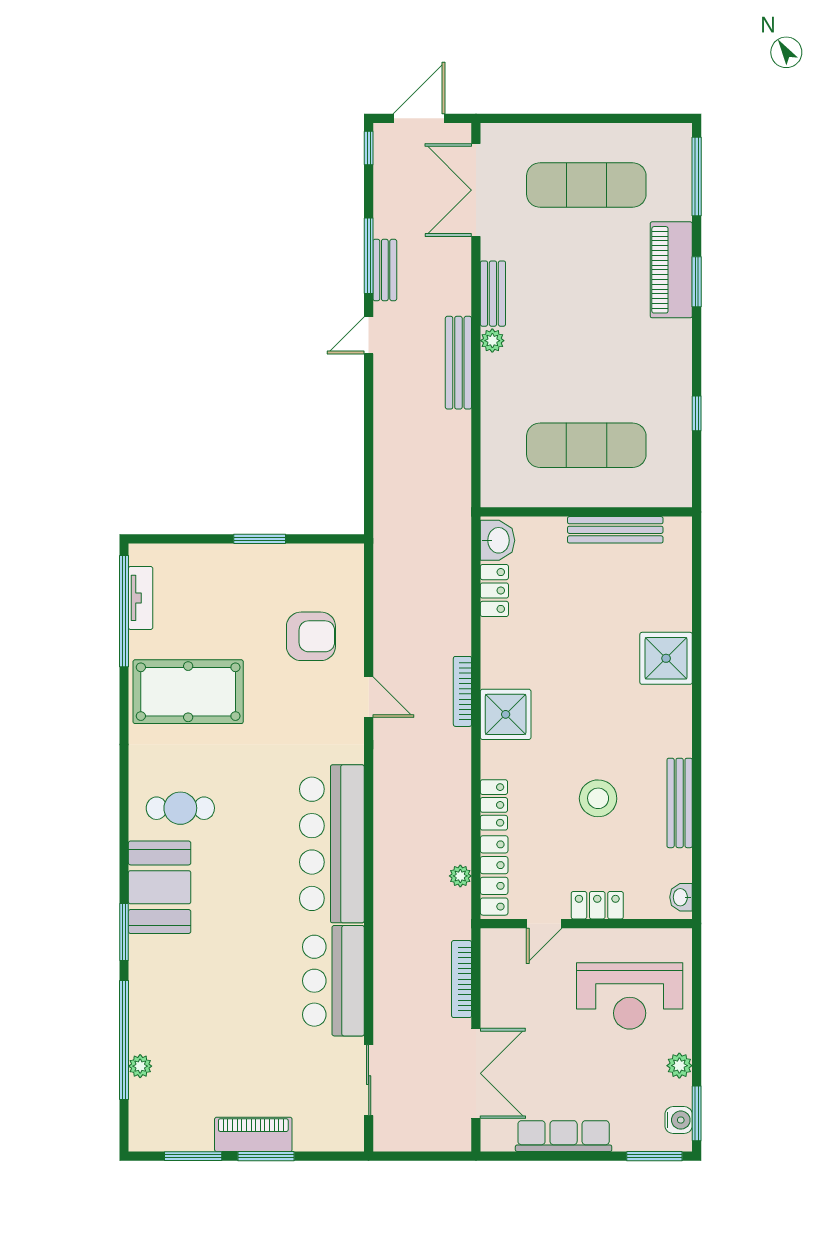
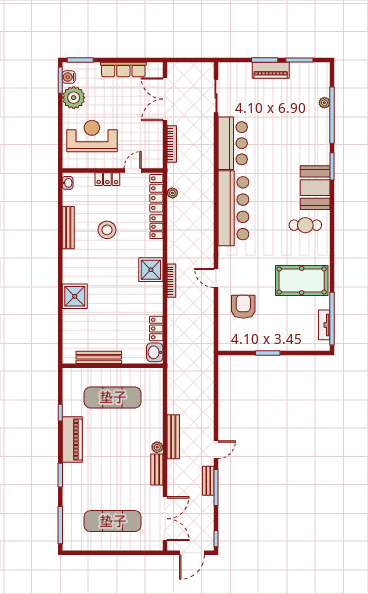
piano: (671, 270) -> (72, 439), moved
armchair: (311, 636) -> (243, 307), turned 90
plant: (679, 1066) -> (74, 98), width x1.87, depth x1.87

